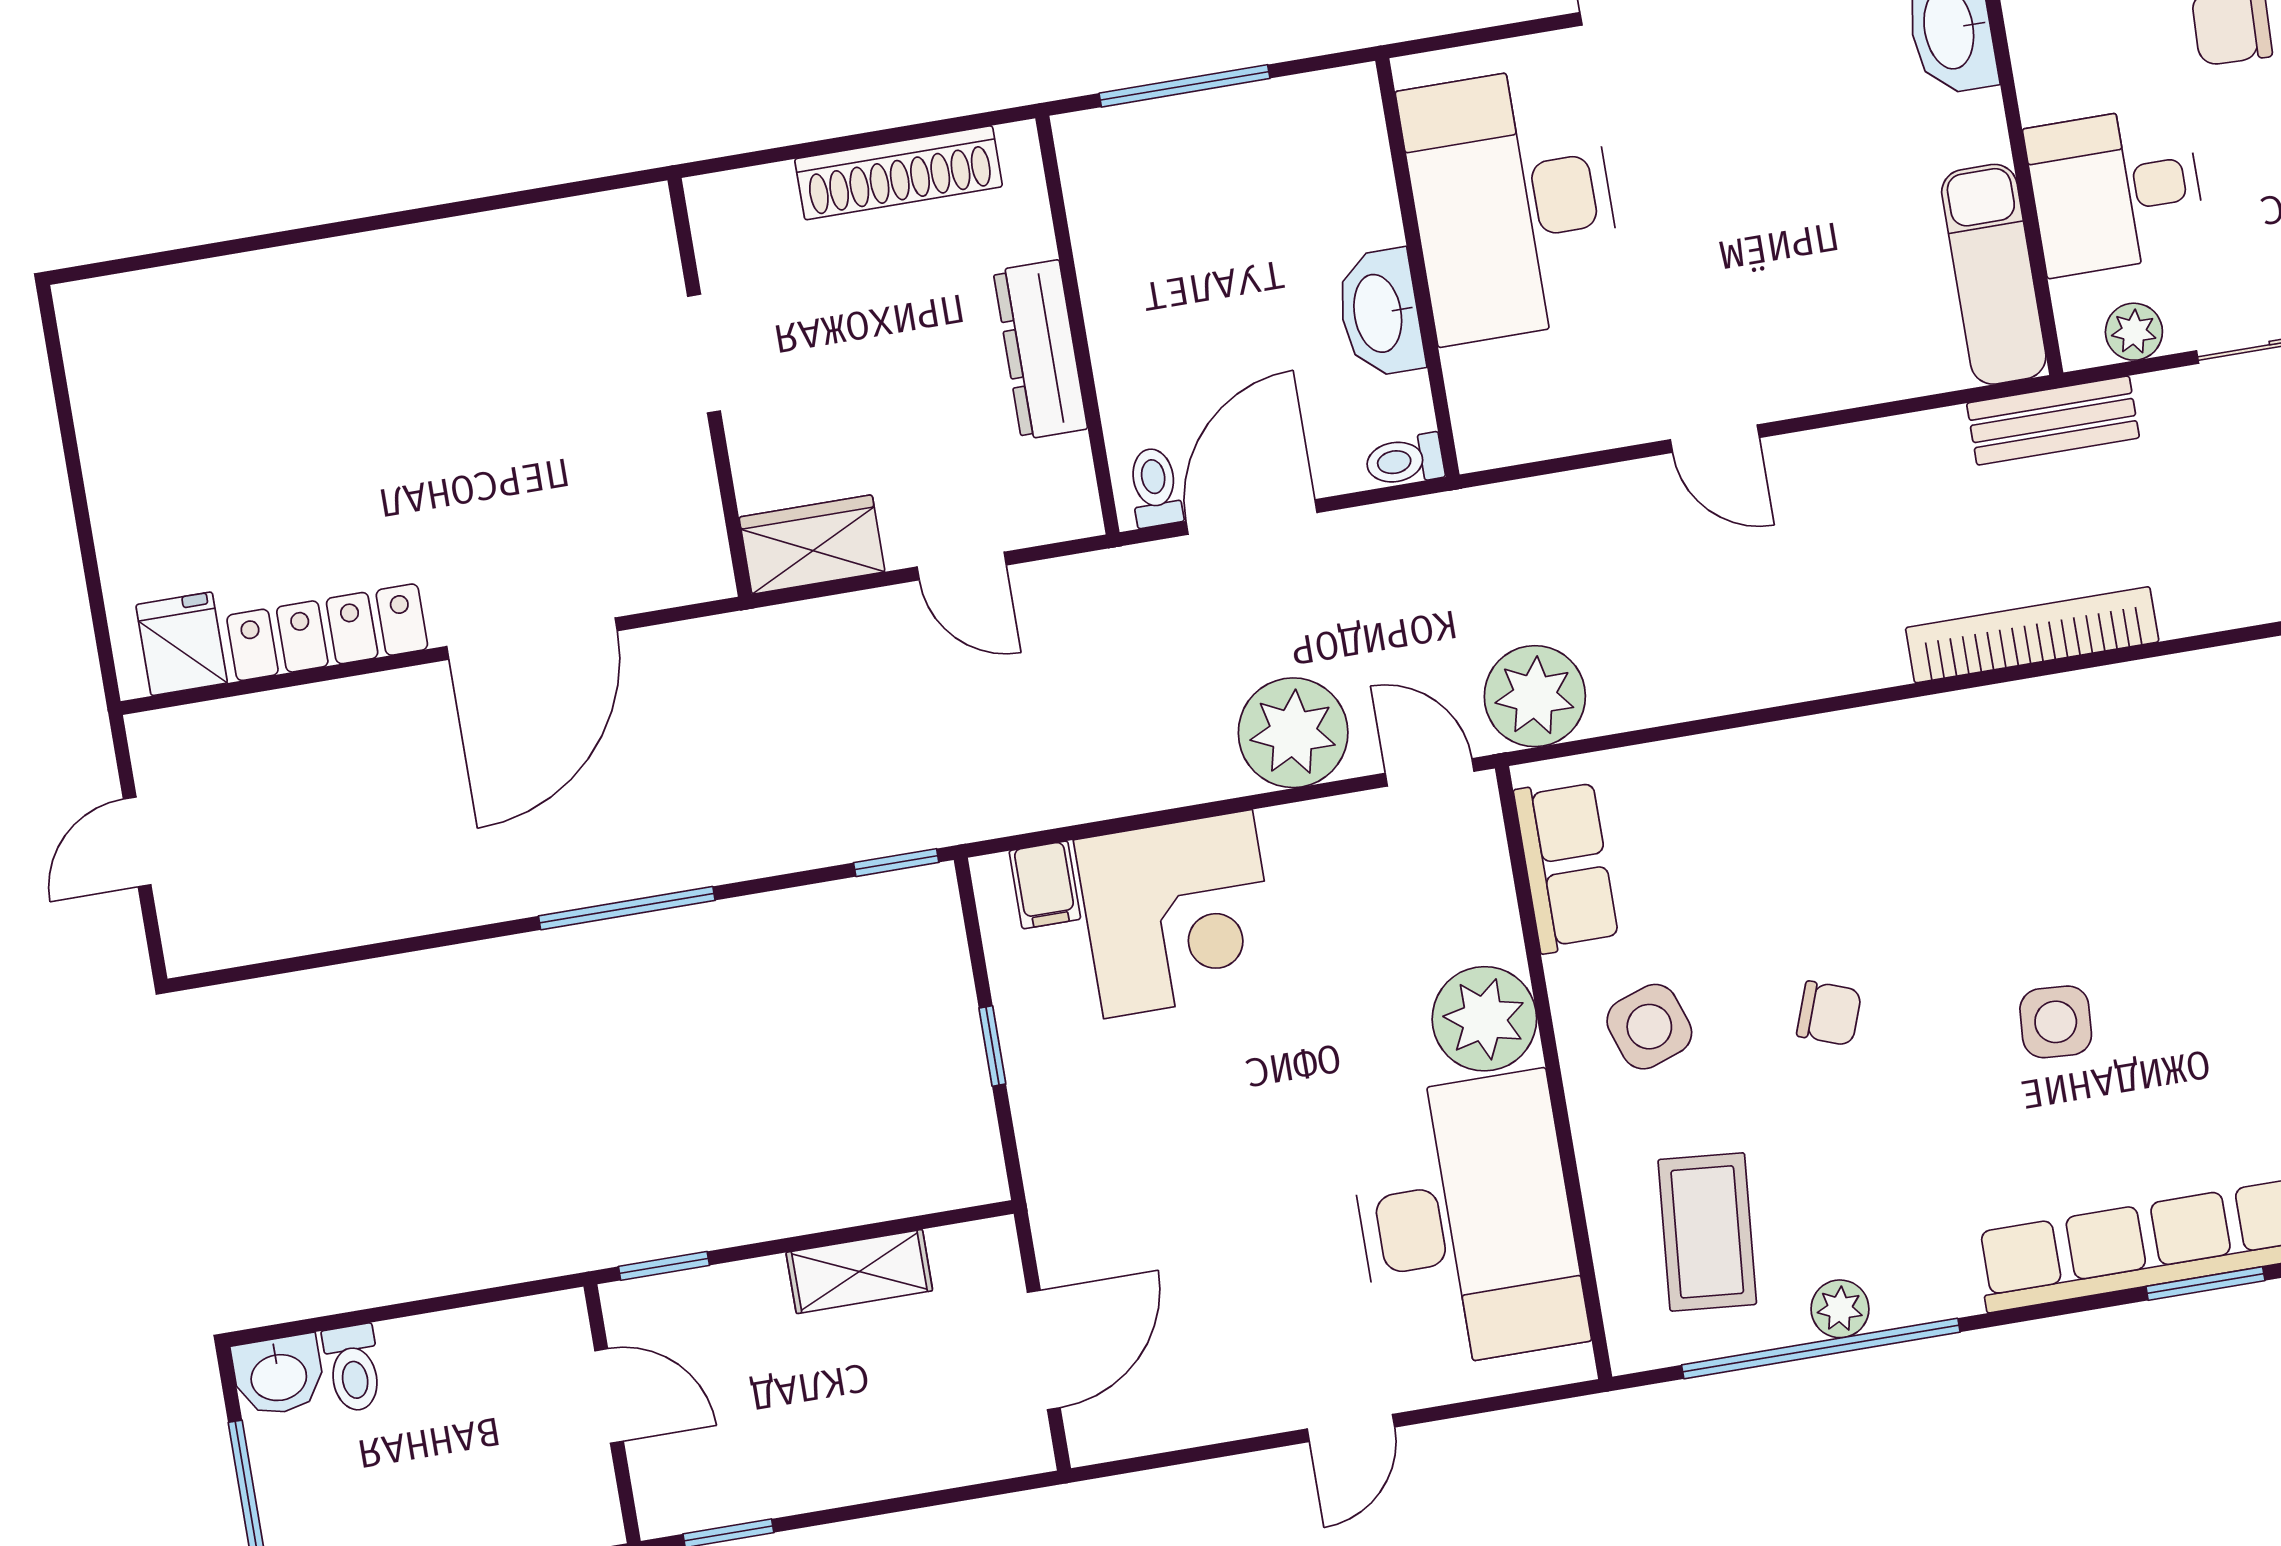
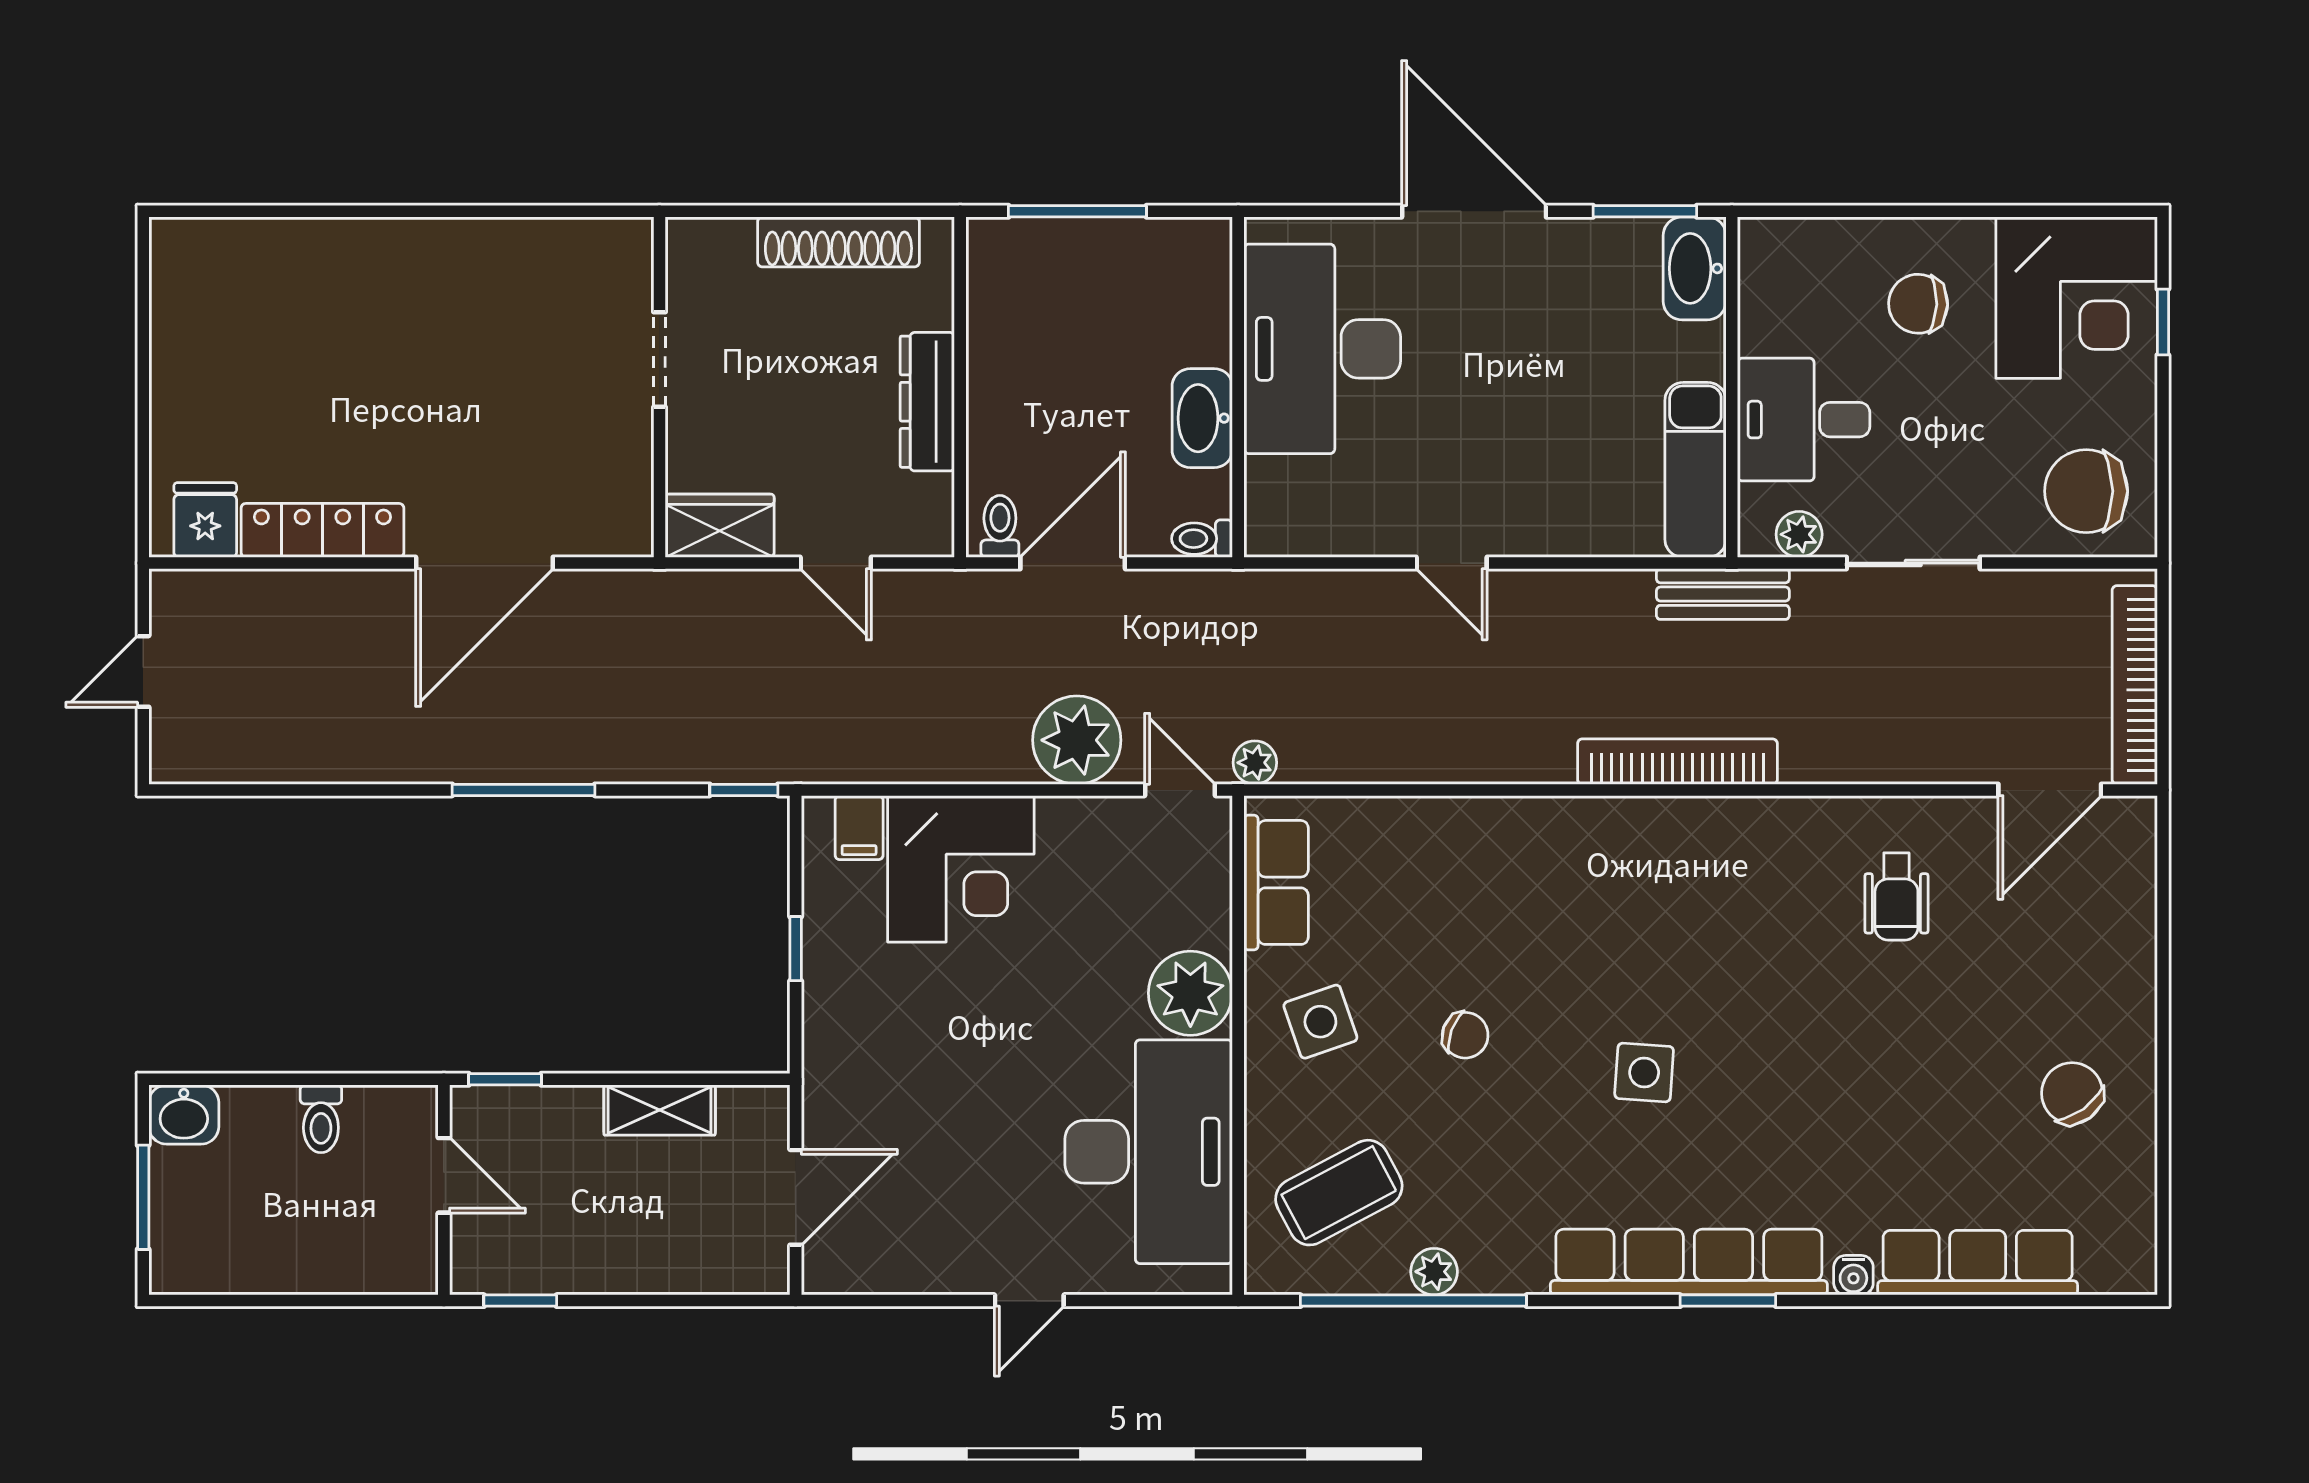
plant: (1535, 696) -> (1255, 763), width x0.53, depth x0.53
coffee table: (1707, 1232) -> (1339, 1193), turned 57
toilet: (353, 1368) -> (321, 1119), moved

